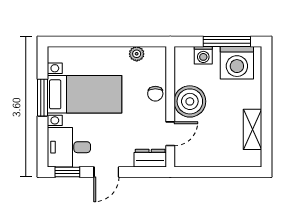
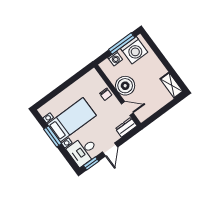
plant: (137, 54) -> (82, 82), removed
shelving: (253, 129) -> (172, 85), moved
door: (170, 134) -> (127, 108), hinge flipped

